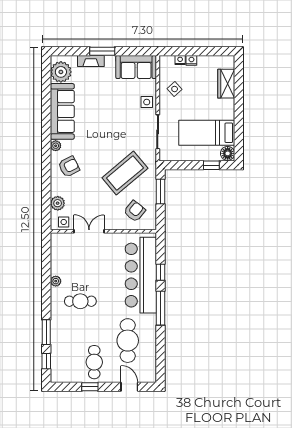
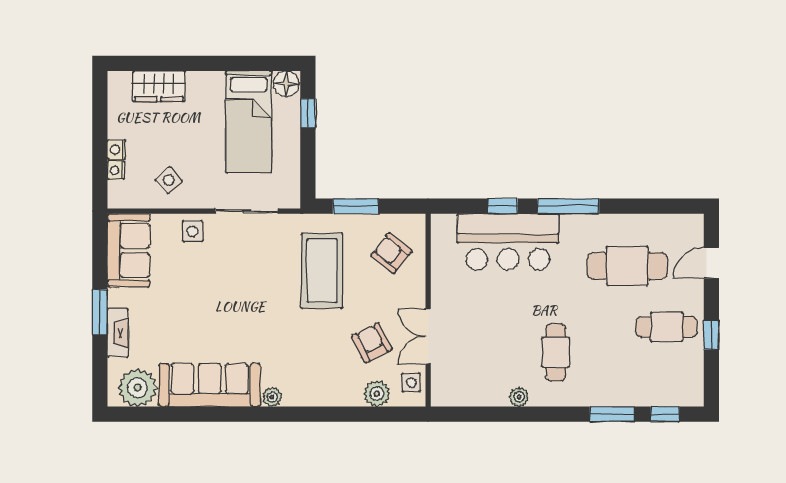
armchair: (69, 167) -> (372, 343), moved
coffee table: (125, 173) -> (322, 271), turned 40
bar counter: (141, 275) -> (508, 242), width x0.73

